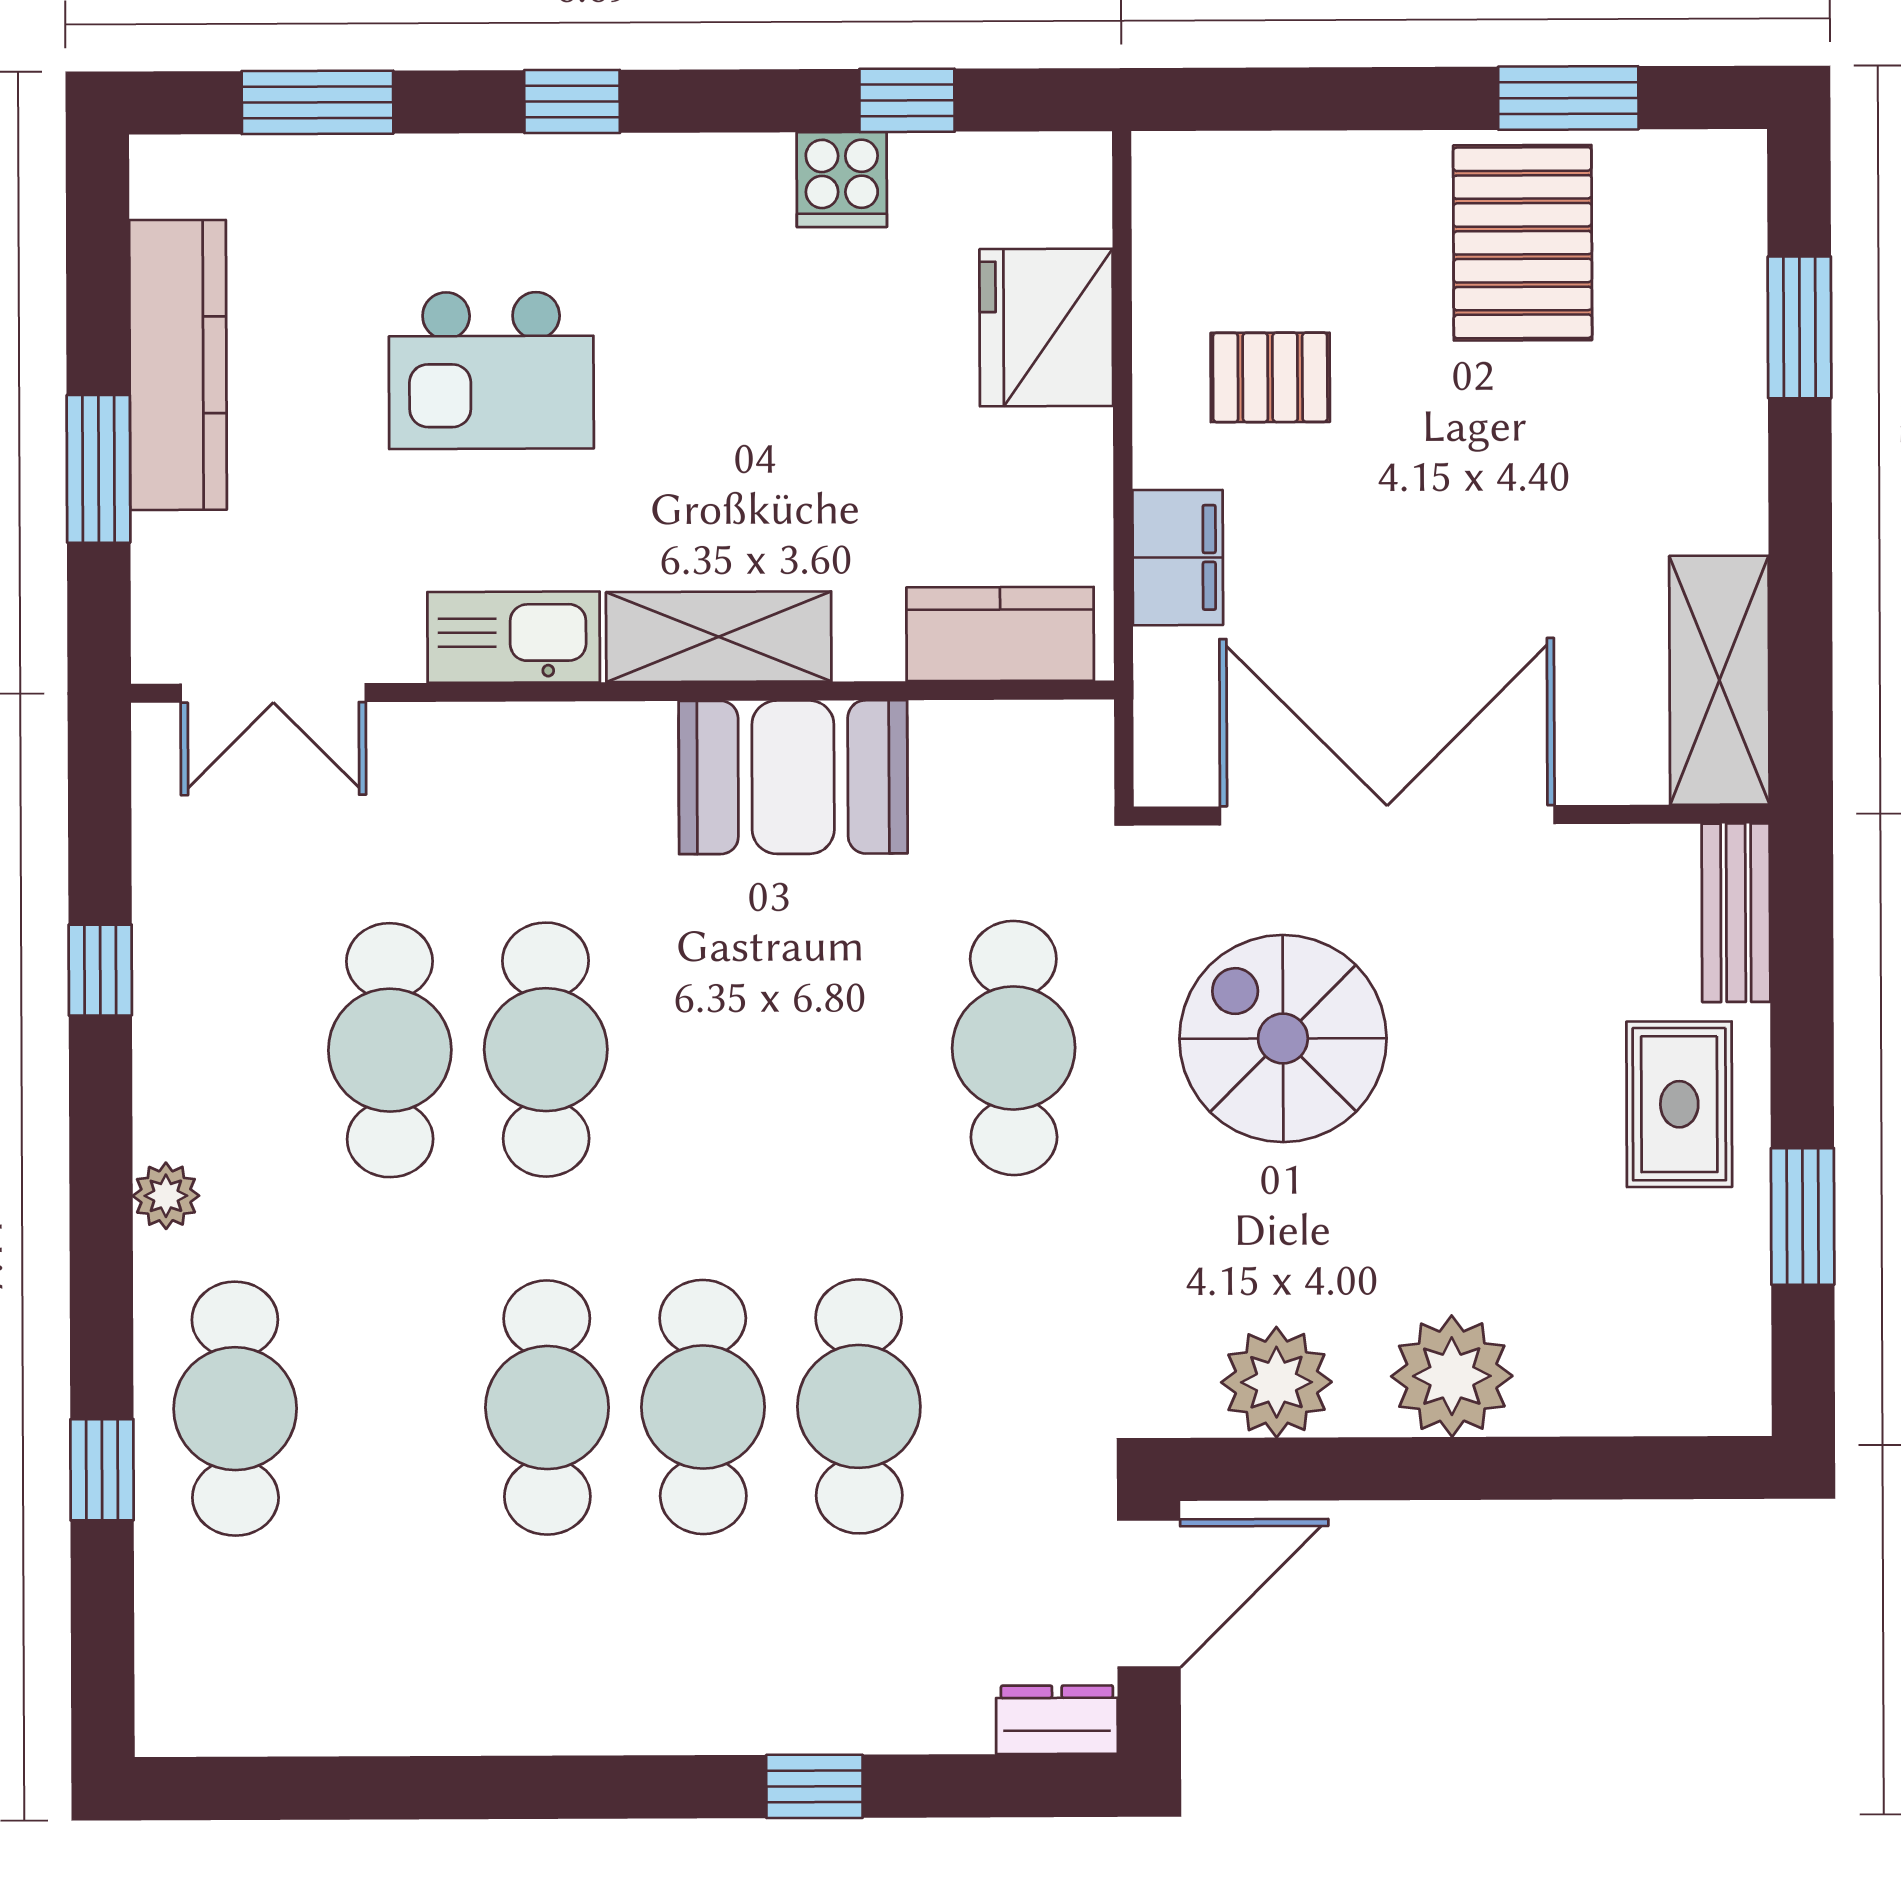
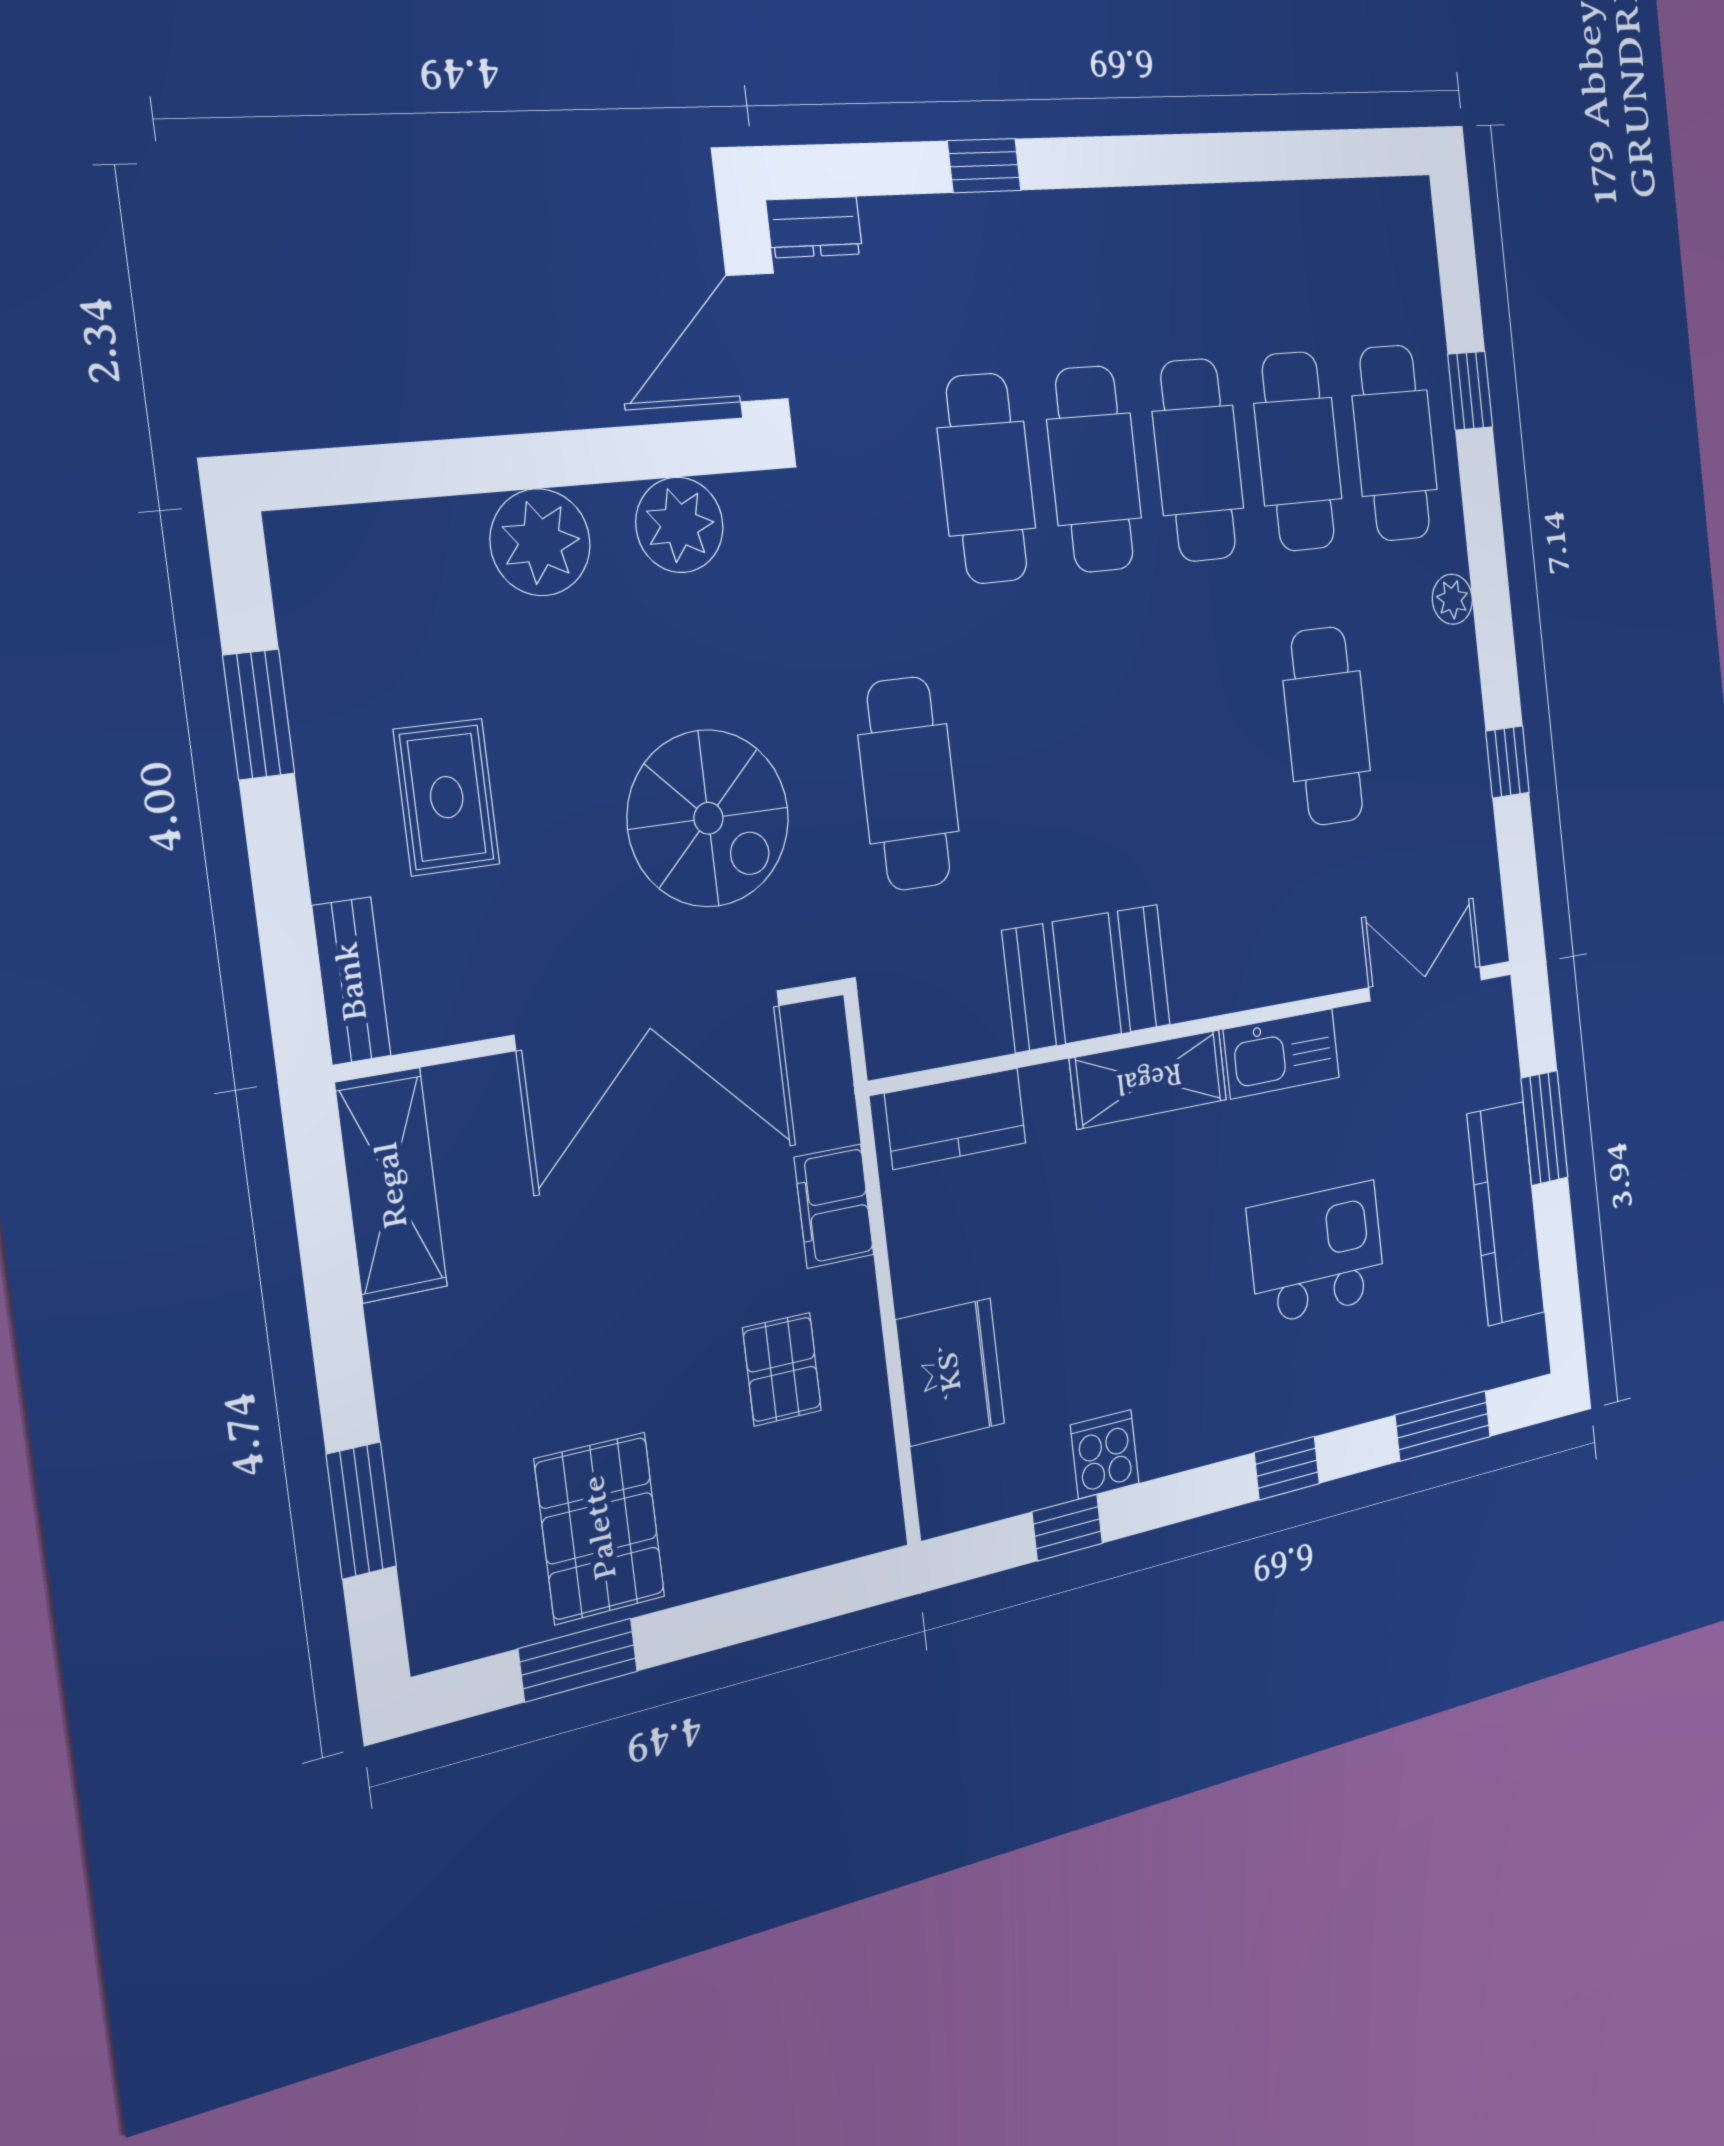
pallet: (1270, 377) -> (782, 1369), turned 90
cafe table: (546, 1050) -> (1298, 451), moved
rug: (1679, 1104) -> (447, 797), moved

